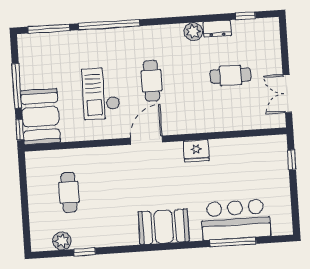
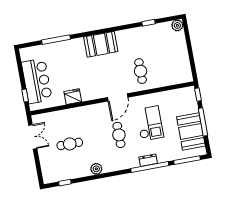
dresser: (217, 29) -> (148, 160), moved
booth: (40, 117) -> (191, 131), moved
fridge: (196, 151) -> (73, 97), moved
cafe table: (69, 192) -> (141, 71), moved
bar counter: (236, 220) -> (37, 81), moved, turned -90
plant: (62, 241) -> (177, 25), moved

